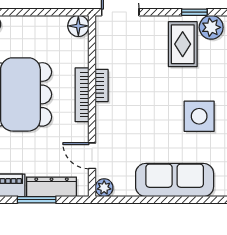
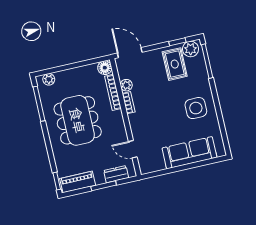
bookcase: (82, 95) -> (113, 92), moved
dresser: (52, 187) -> (116, 174), width x0.70
plant: (104, 188) -> (126, 85), moved

